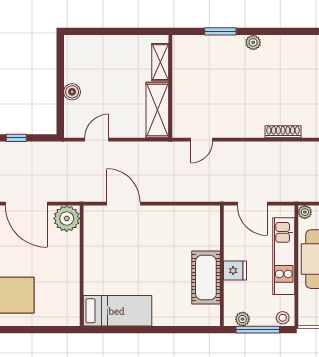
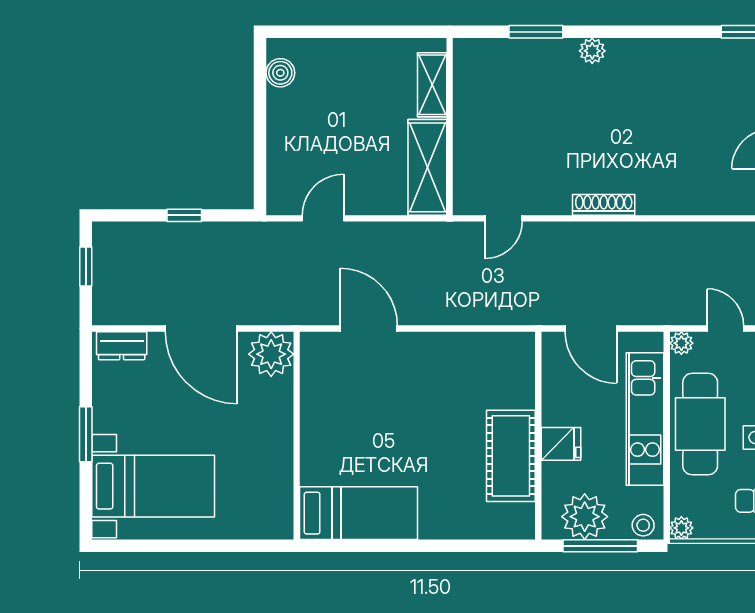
boiler: (72, 92) -> (280, 73), moved
shoe rack: (283, 132) -> (604, 205), moved
plant: (243, 319) -> (585, 517), width x1.88, depth x1.88
plant: (305, 319) -> (681, 528), added

